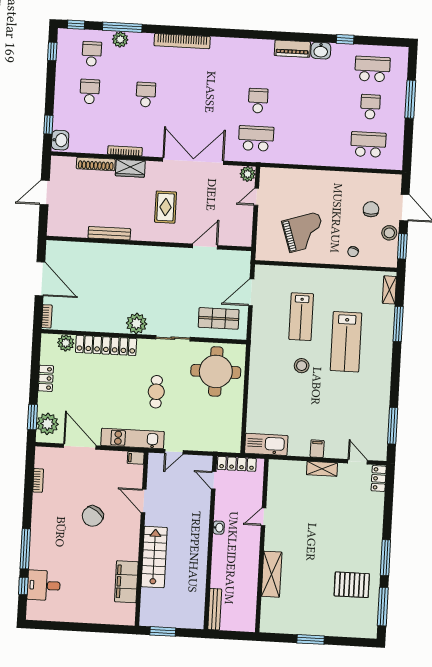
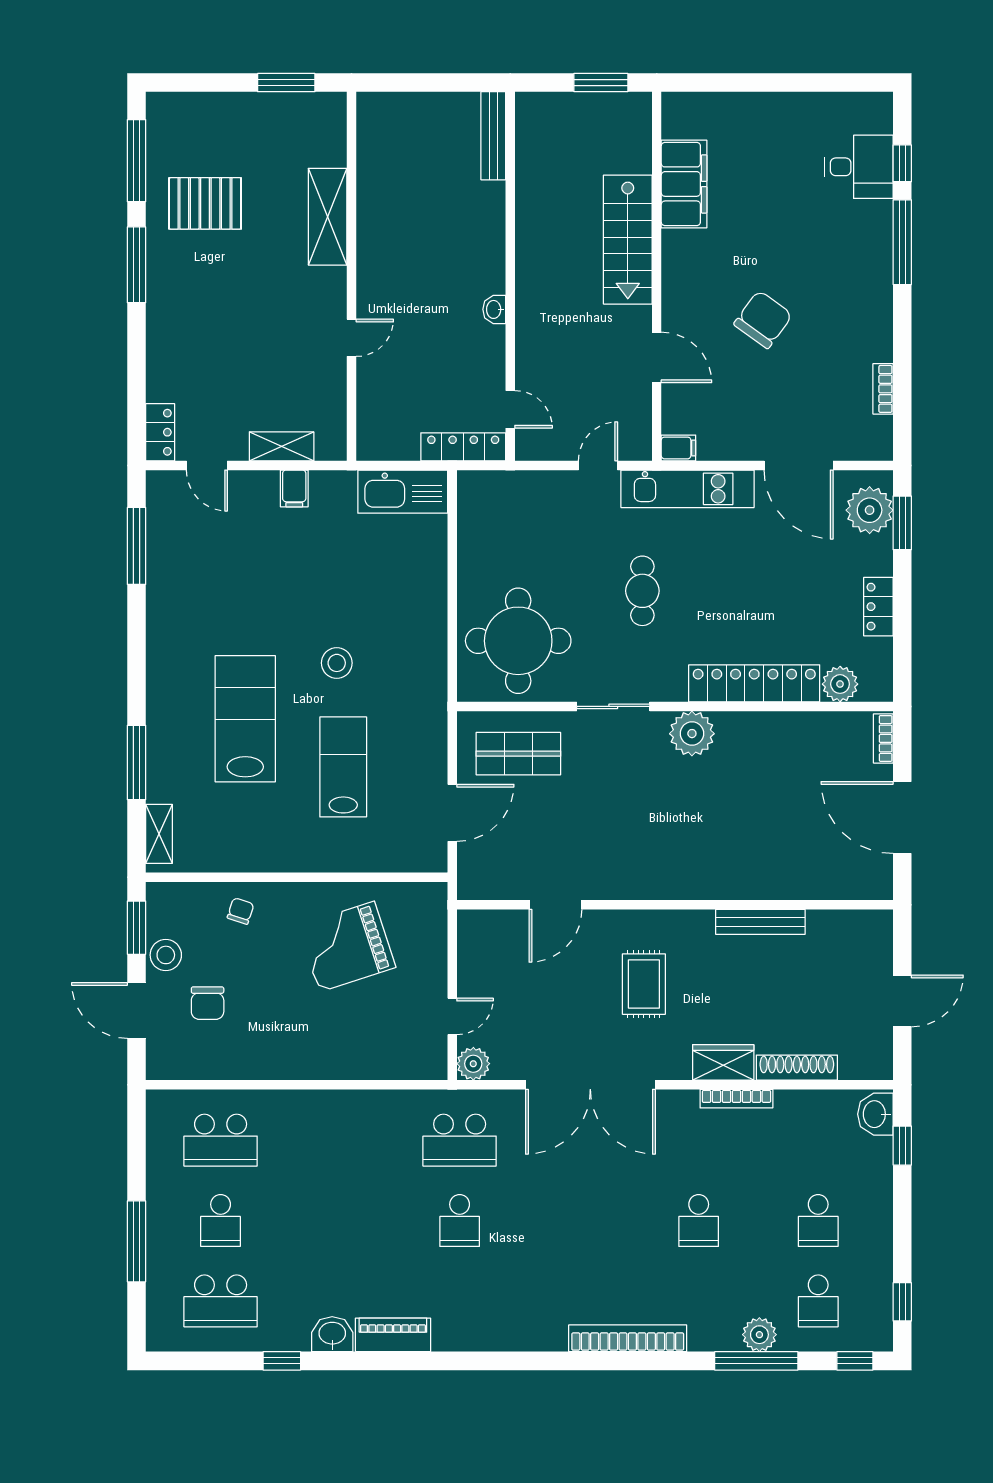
door: (263, 517) -> (352, 338), moved
wall: (262, 546) -> (352, 276), moved
shelving: (272, 574) -> (328, 217), moved

